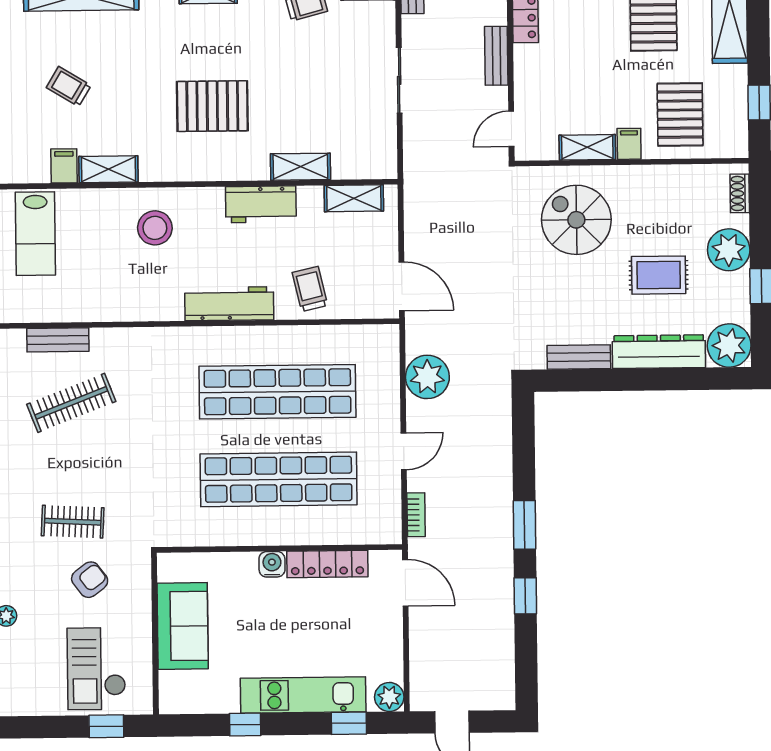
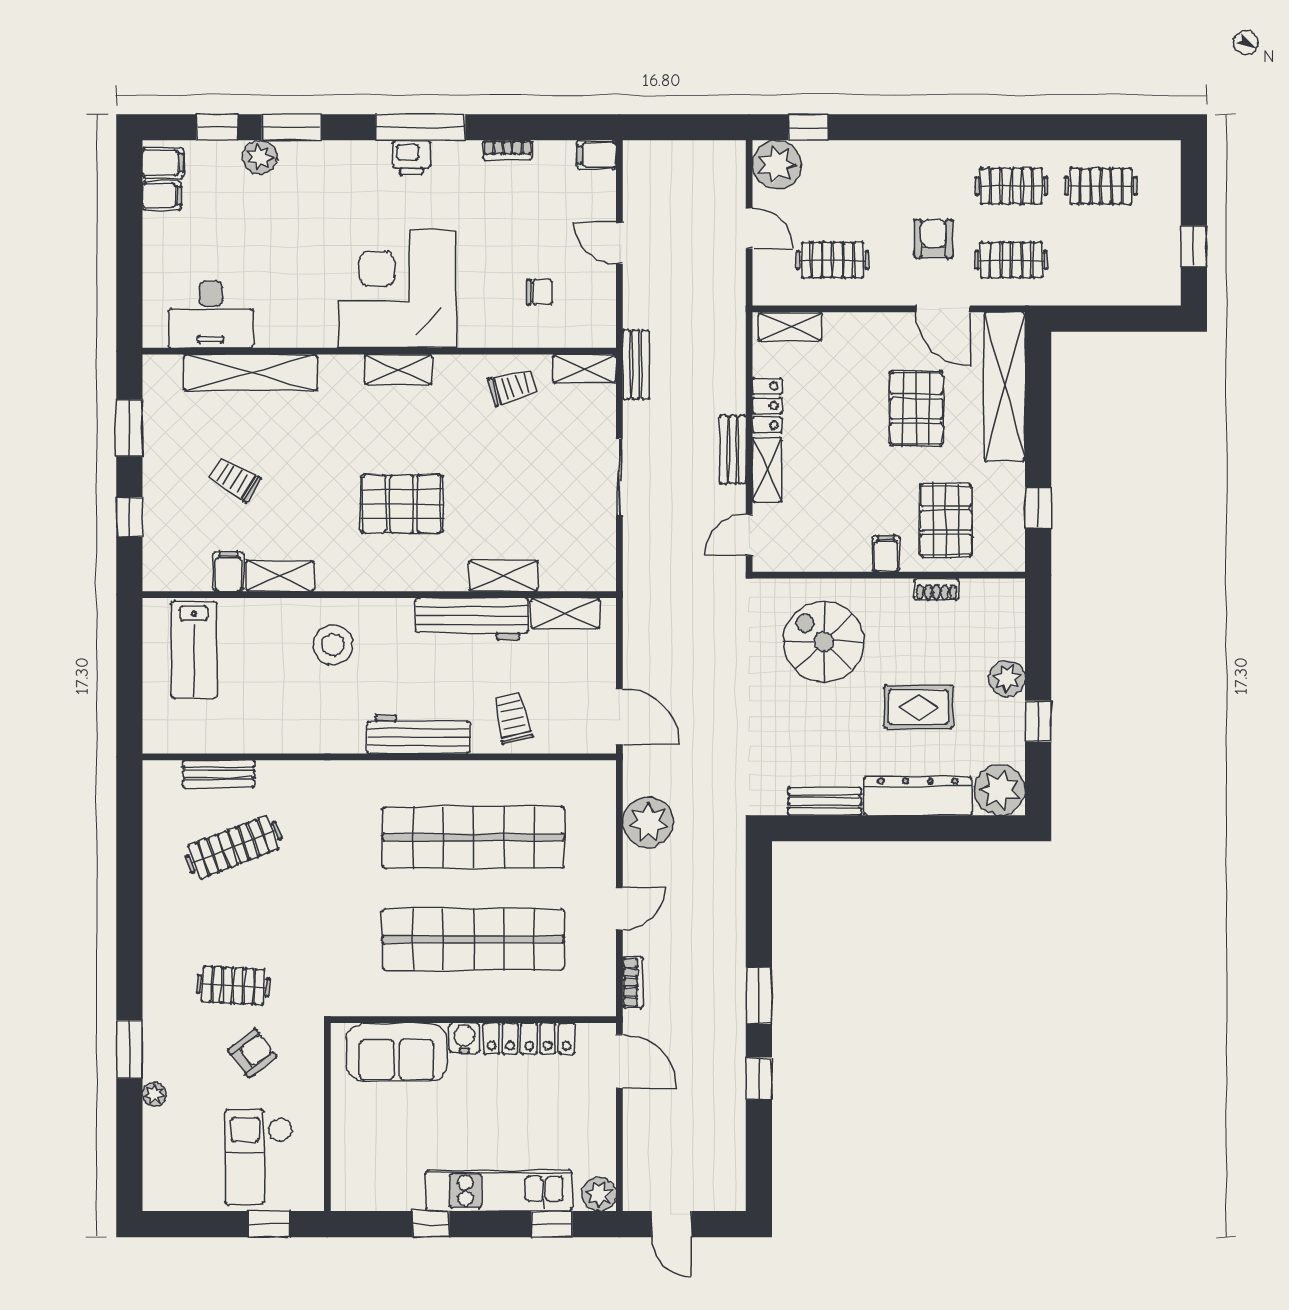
shelving: (587, 147) -> (767, 470), moved, turned 90
shoe rack: (740, 193) -> (936, 589), moved, turned -90
workbench: (261, 204) -> (472, 619), width x1.38
plant: (729, 250) -> (1007, 679), width x0.73, depth x0.73
sofa: (183, 626) -> (397, 1052), moved, turned 90

